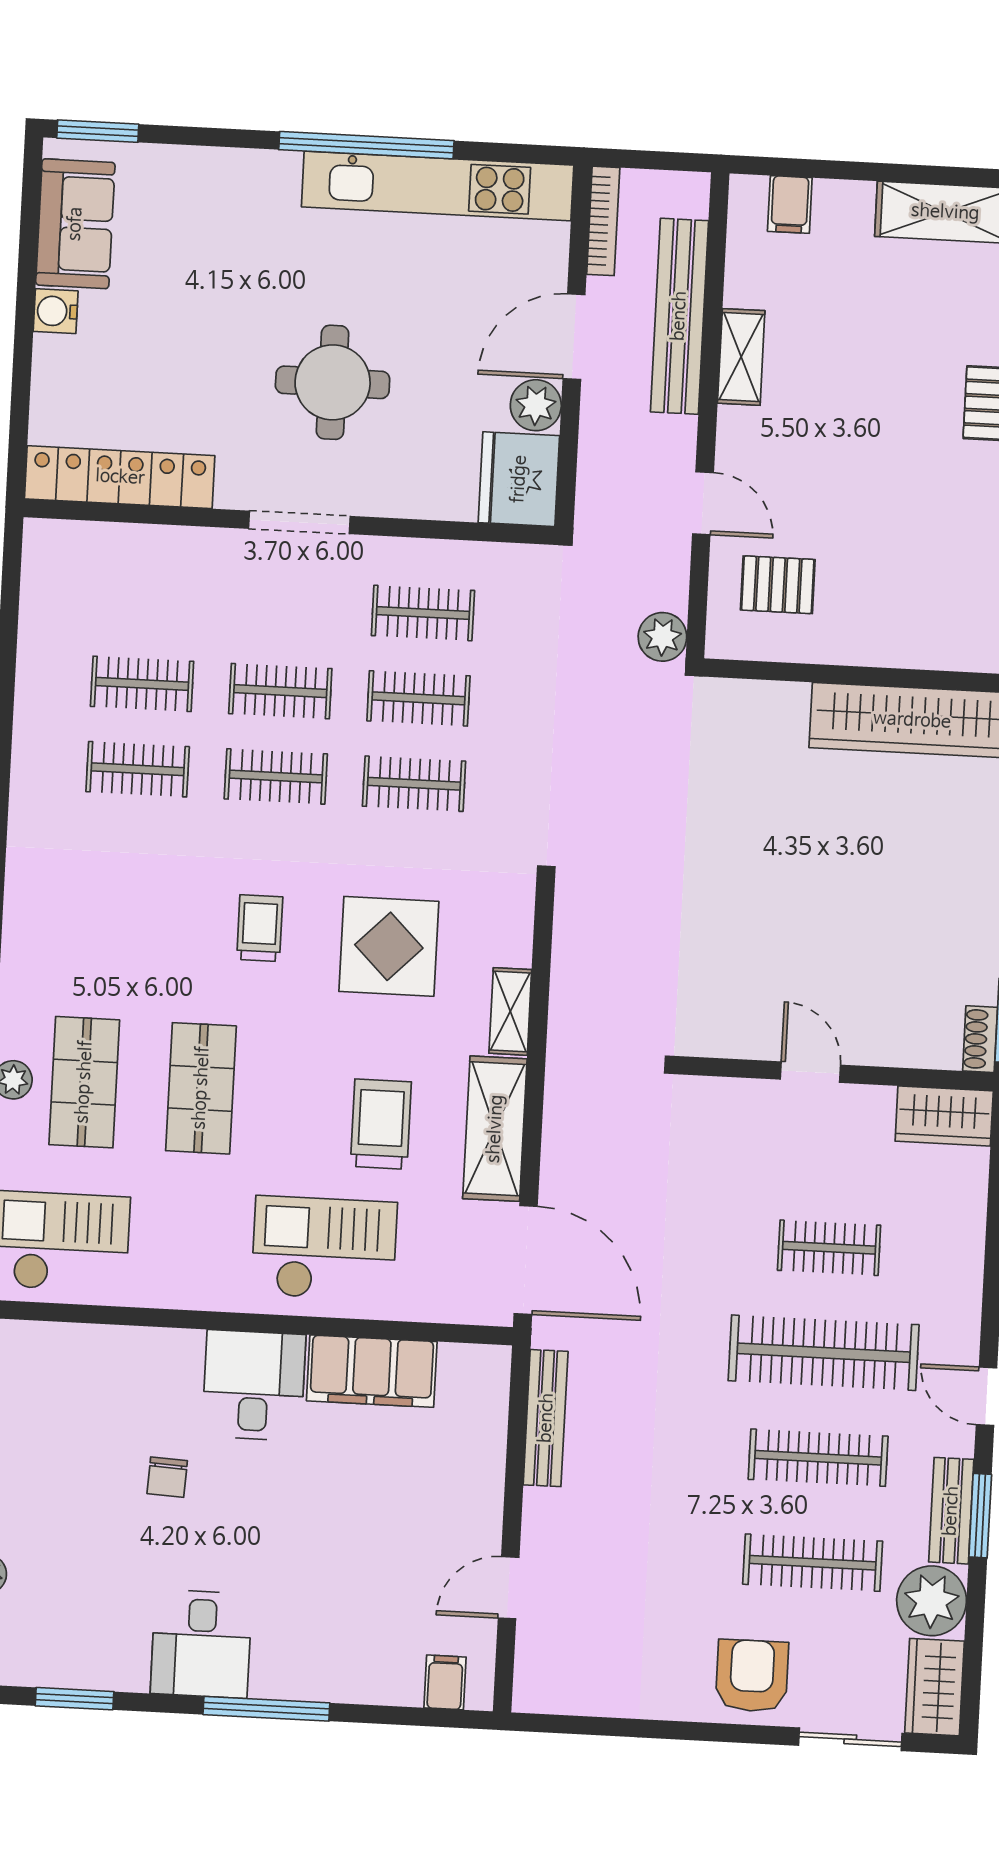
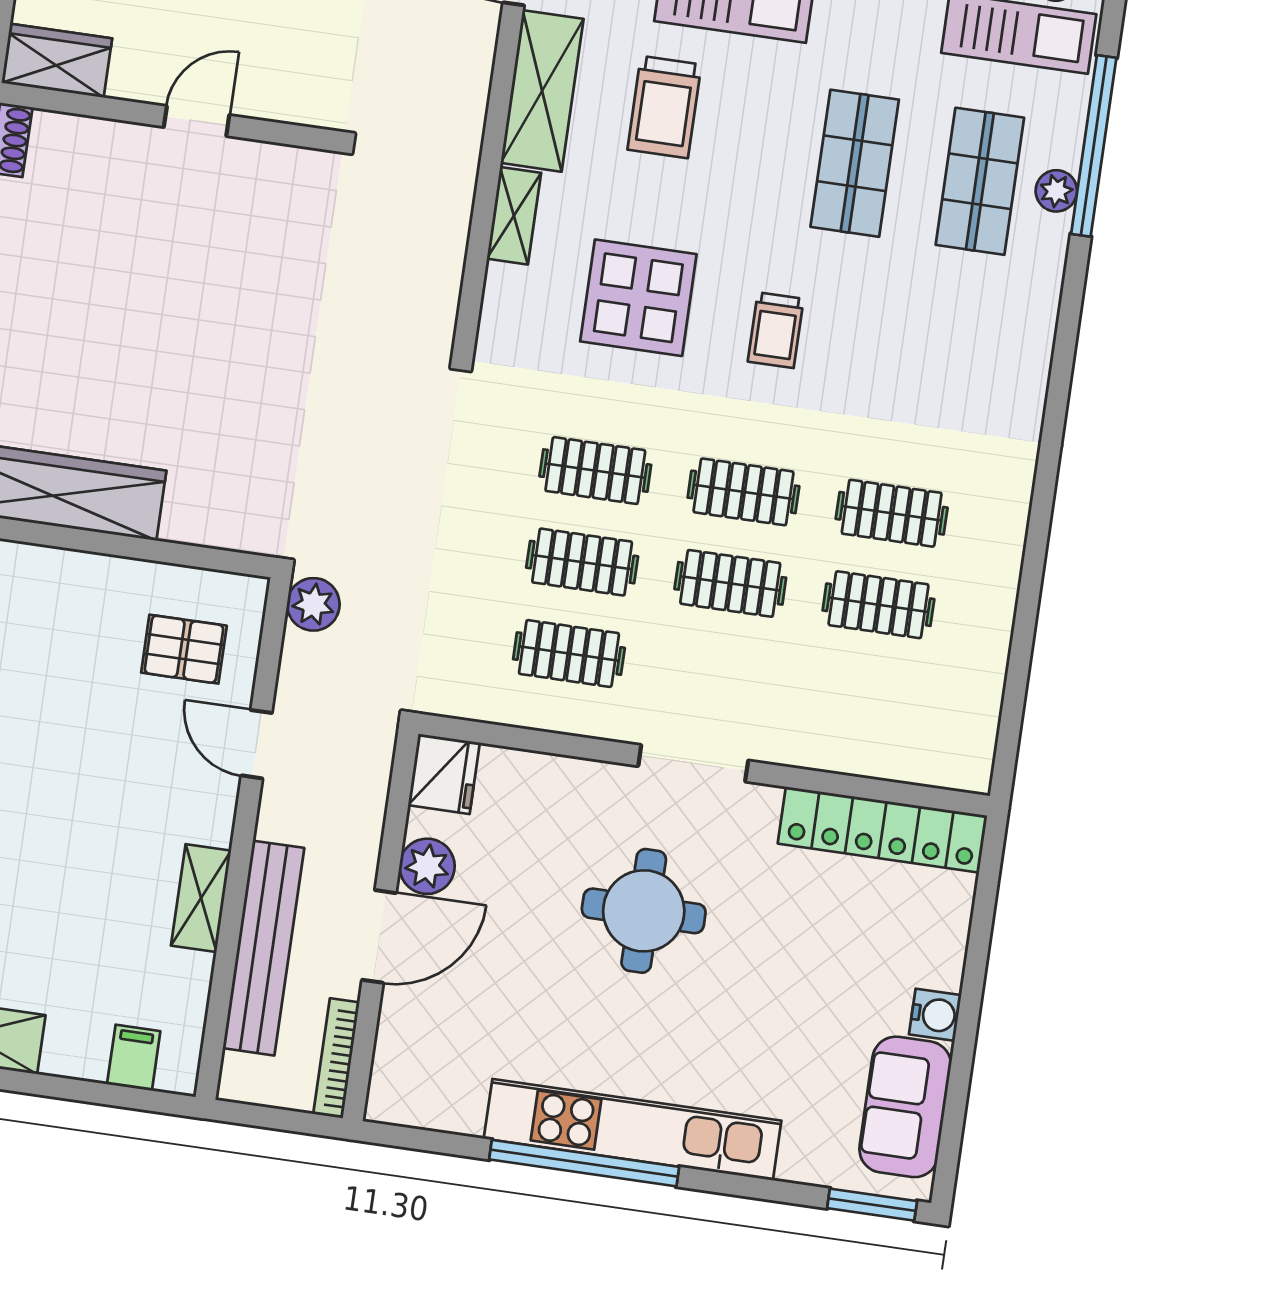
kitchen unit: (438, 186) -> (633, 1130), moved
fridge: (519, 479) -> (444, 774), width x0.73, depth x0.75
door: (810, 1072) -> (197, 121), swing flipped

